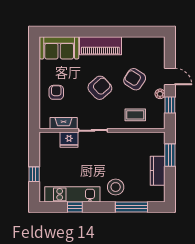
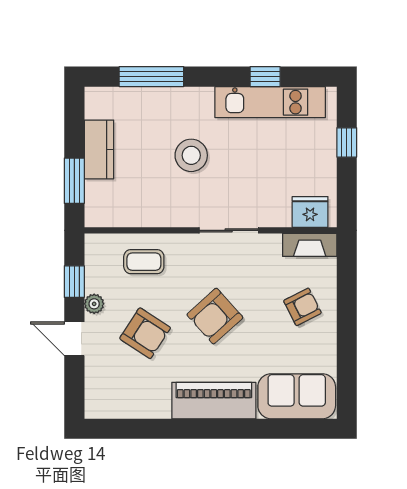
armchair: (56, 92) -> (302, 307), turned -117
fireplace: (64, 123) -> (310, 245), moved
fridge: (69, 140) -> (310, 212), moved
stool: (116, 187) -> (191, 155), moved

